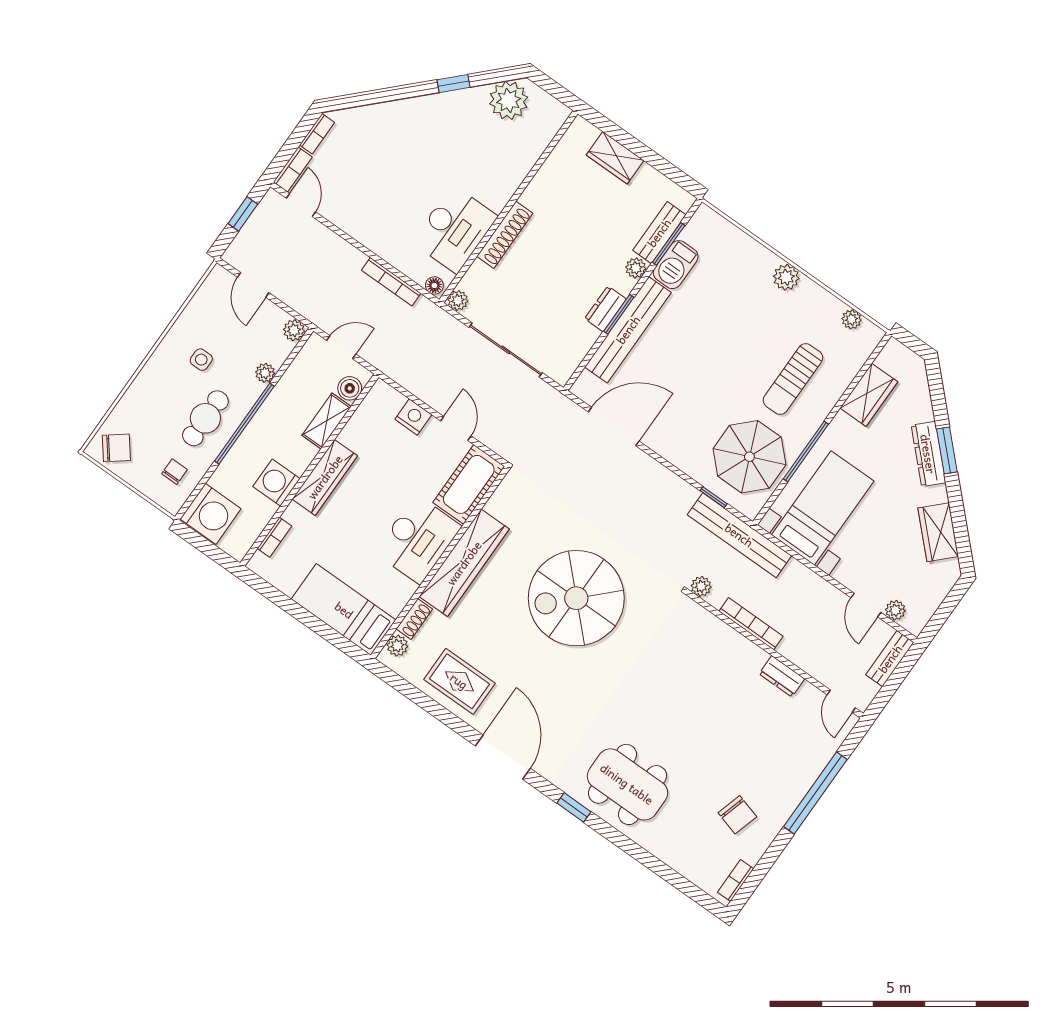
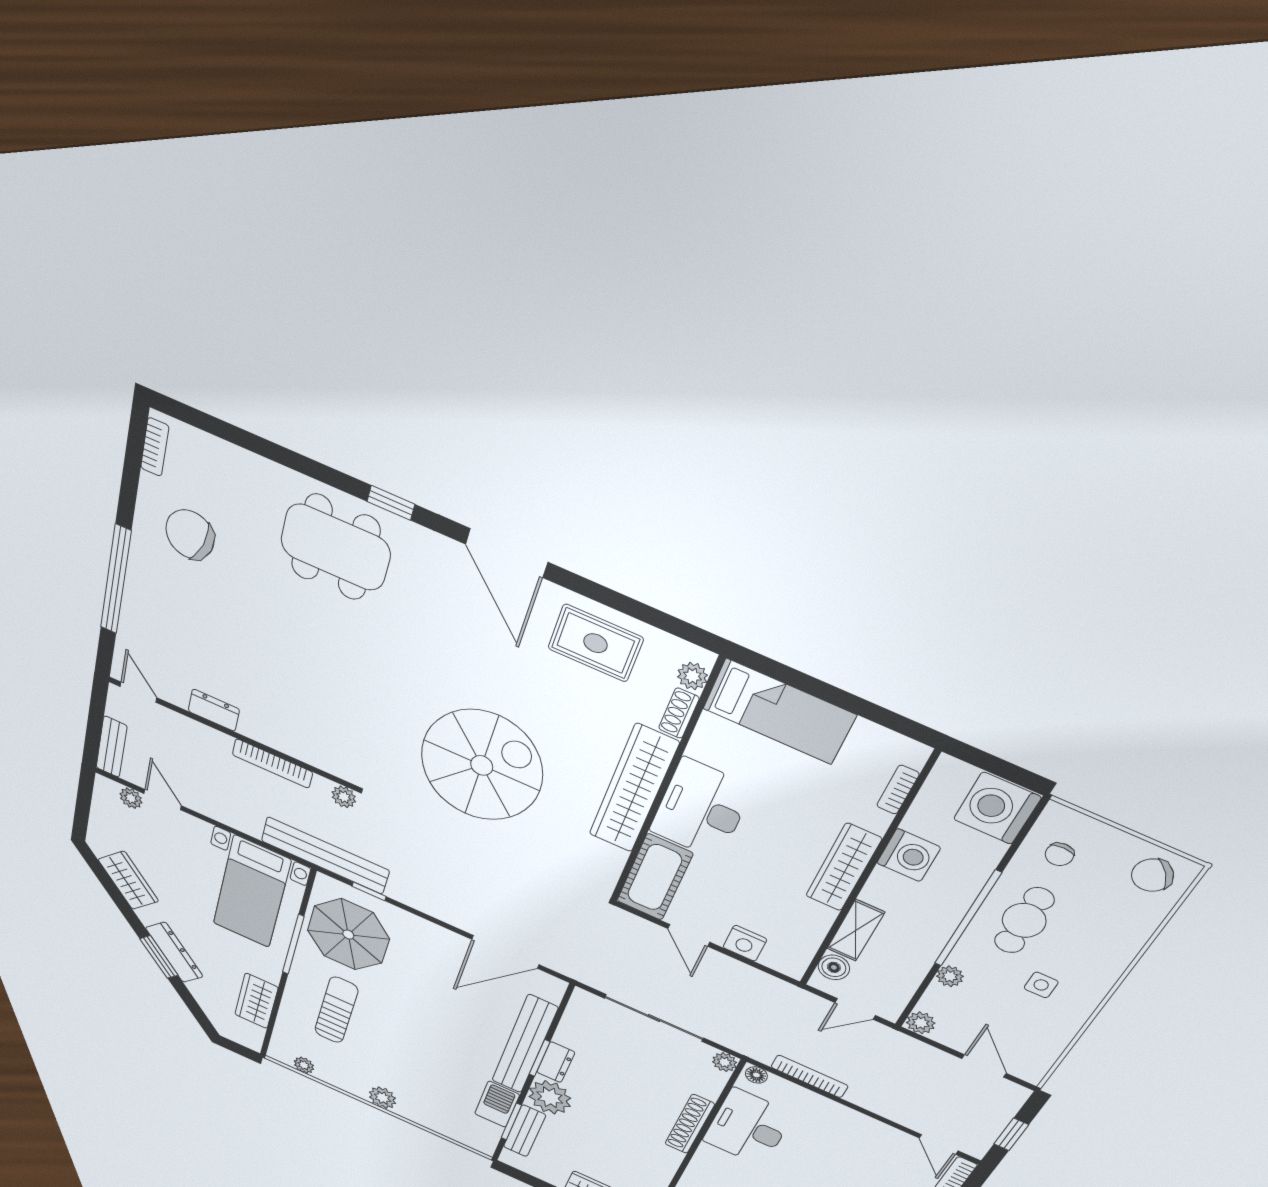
plant: (636, 268) -> (550, 1097), width x1.88, depth x1.88
chair: (737, 815) -> (190, 535), width x1.37, depth x1.37

